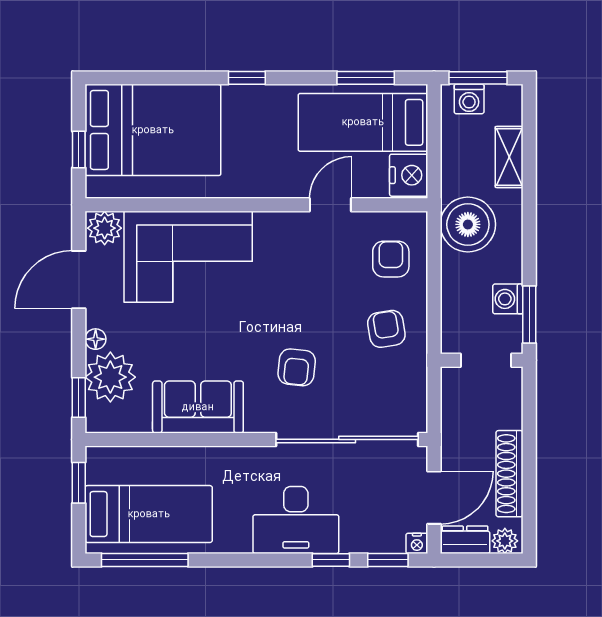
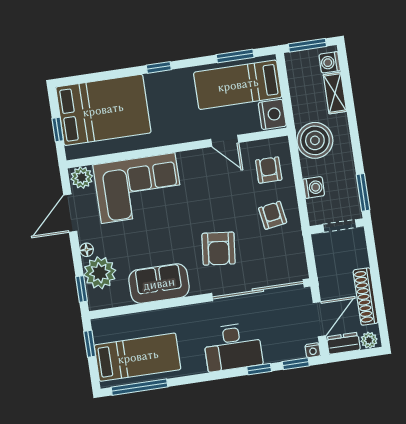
washing machine: (469, 99) -> (330, 62), moved, turned 90
door: (330, 205) -> (225, 141), swing flipped
washing machine: (508, 299) -> (314, 187), moved, turned 180
armchair: (297, 367) -> (219, 249), width x1.38, depth x1.38

